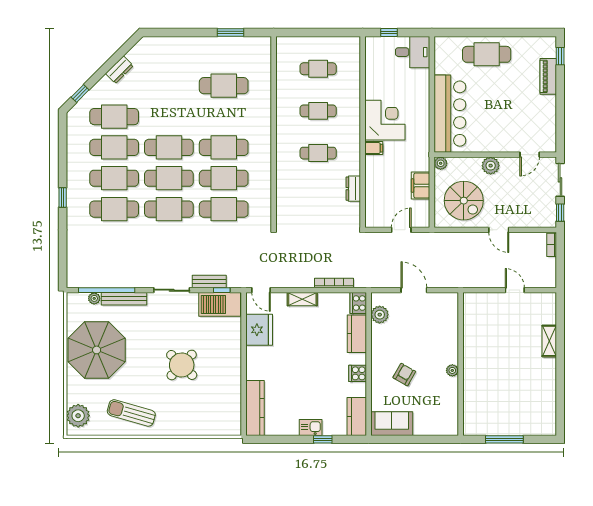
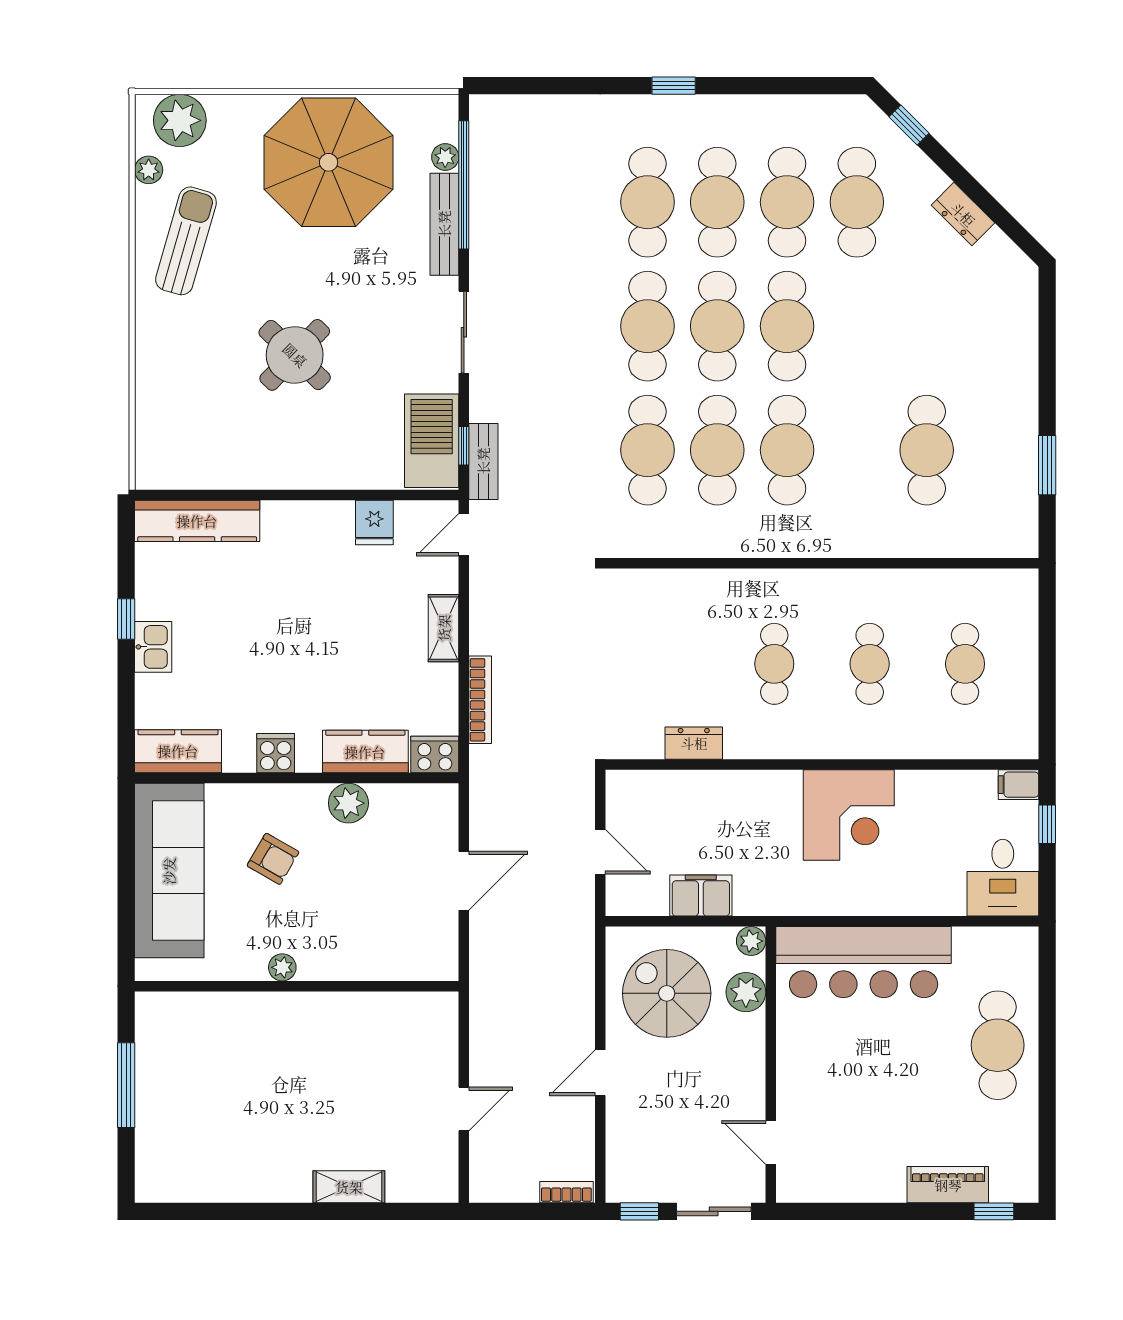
filing cabinet: (374, 148) -> (1018, 785), moved, turned 90
plant: (491, 166) -> (746, 992), moved
spiral stairs: (464, 201) -> (667, 993), turned 90
bench: (209, 282) -> (483, 461), moved
plant: (380, 315) -> (348, 803), moved
fridge: (259, 330) -> (374, 522), width x0.53, depth x0.75
sofa: (392, 424) -> (169, 871), width x1.85, depth x1.27
plant: (100, 429) -> (149, 170), added
window: (323, 439) -> (126, 619), moved

